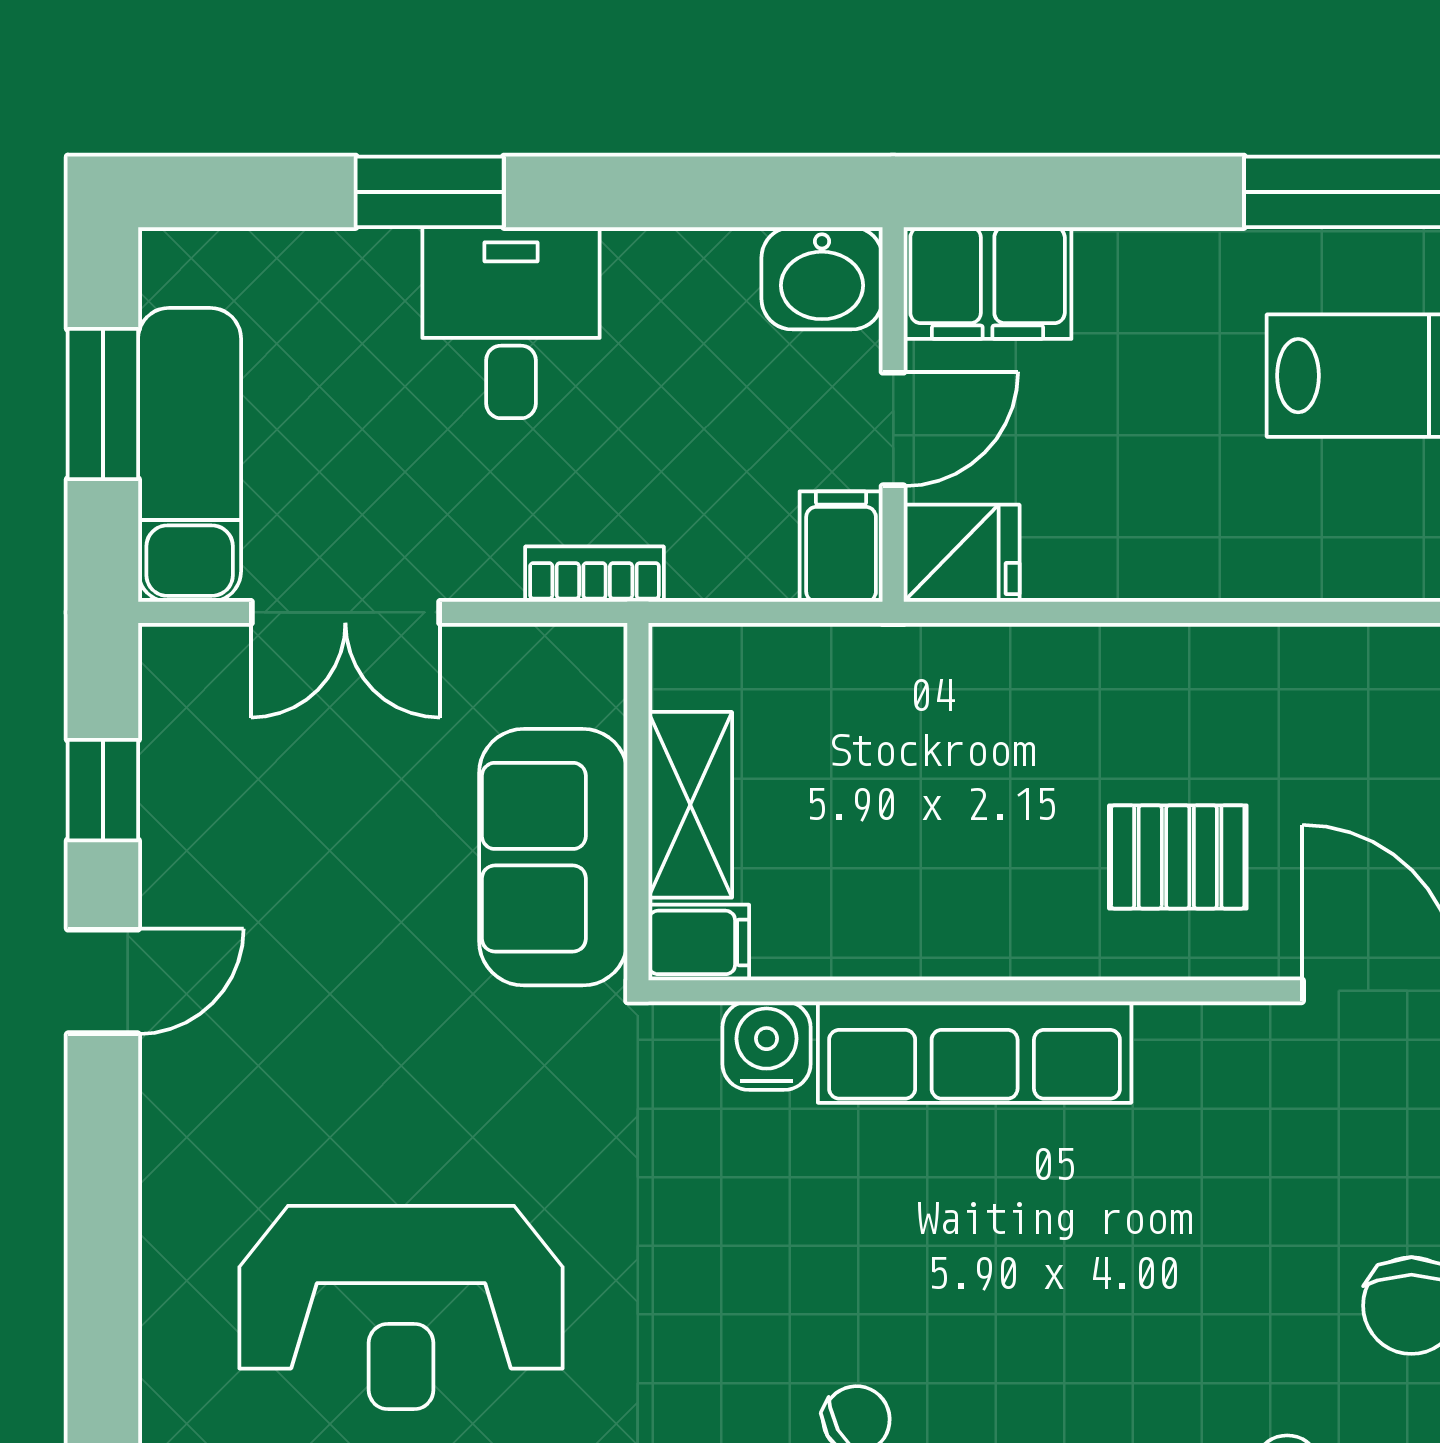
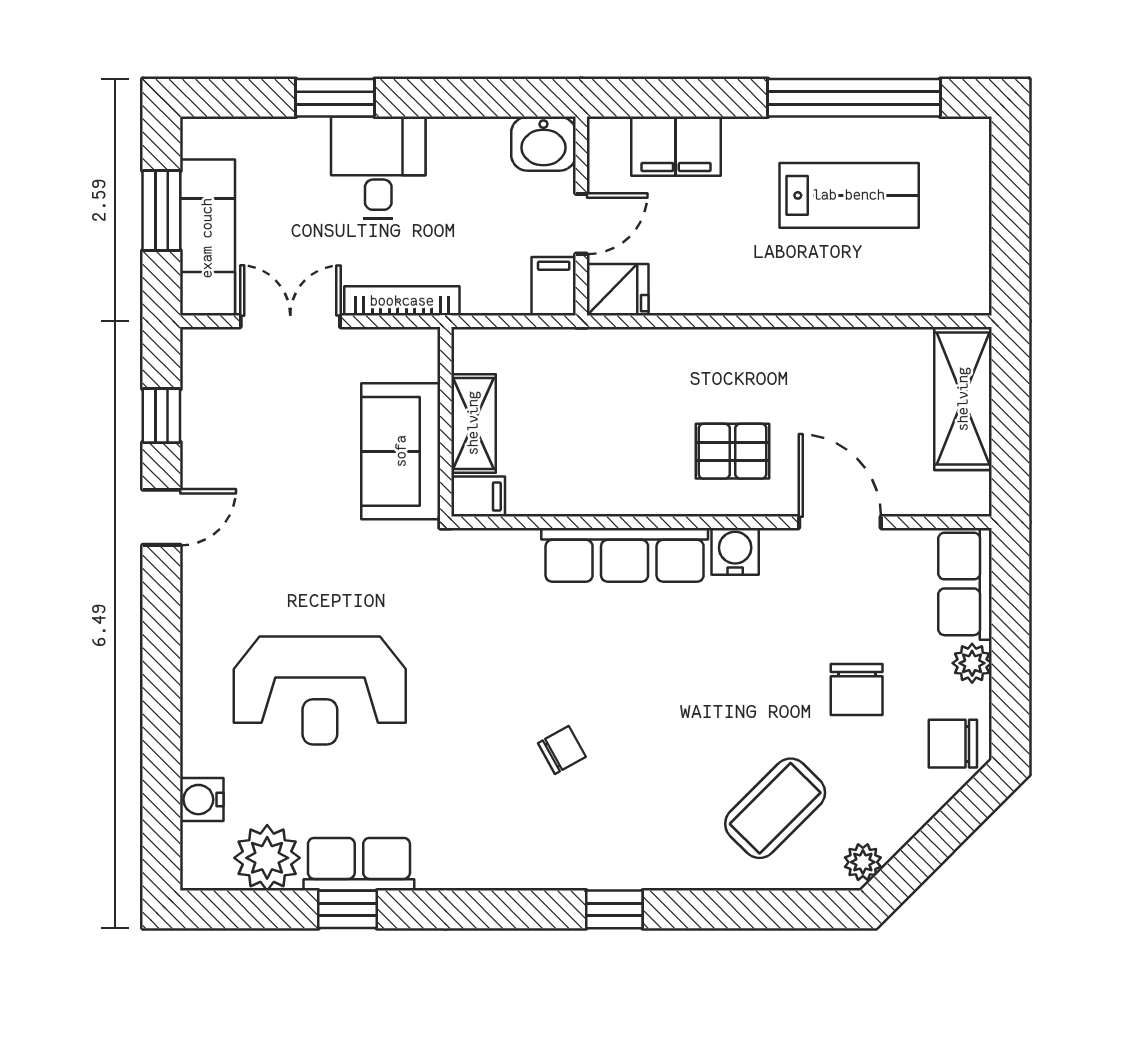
filing cabinet: (988, 283) -> (676, 146), moved
bookcase: (594, 574) -> (402, 301), width x1.56
double door: (345, 612) -> (290, 321), swing flipped
water cooler: (766, 1046) -> (735, 551), moved

